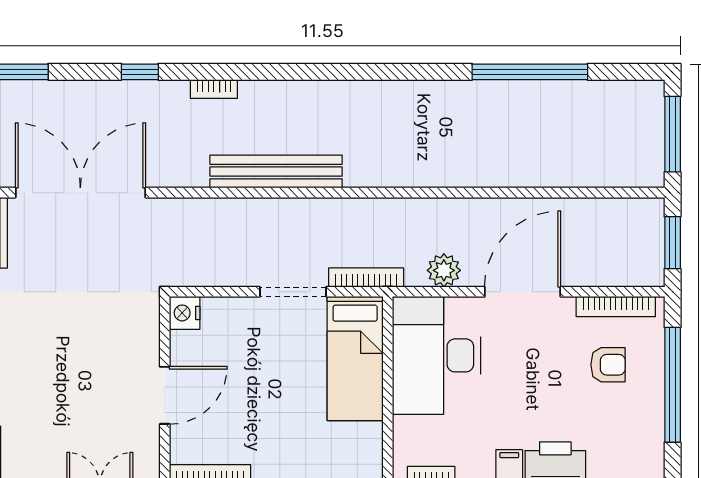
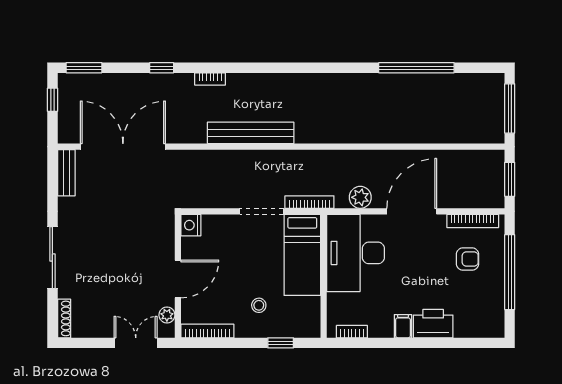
stool: (289, 436) -> (259, 305), added
plant: (148, 450) -> (167, 315), added

